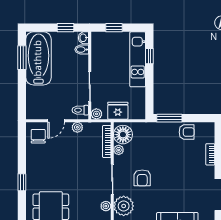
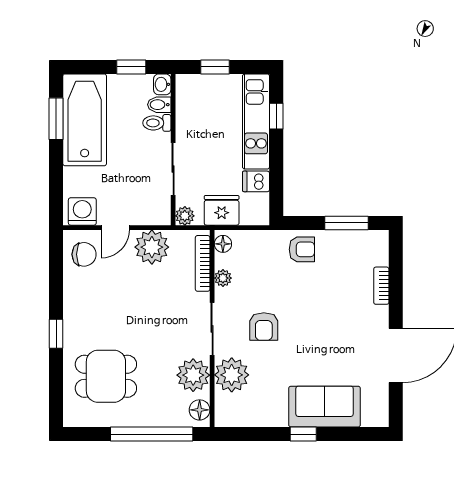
dishwasher: (138, 94) -> (256, 181), added
toilet: (80, 110) -> (157, 123), moved
washing machine: (37, 111) -> (82, 211), added
window: (169, 118) -> (347, 223), moved
plant: (77, 127) -> (152, 247), width x1.87, depth x1.87
armchair: (187, 132) -> (302, 249), moved
floor lamp: (123, 135) -> (223, 244), width x0.53, depth x0.53
chair: (38, 136) -> (84, 254), turned 90
plant: (106, 206) -> (193, 375), width x1.88, depth x1.88

